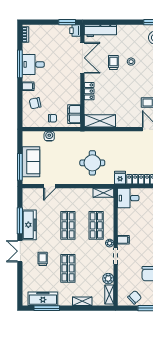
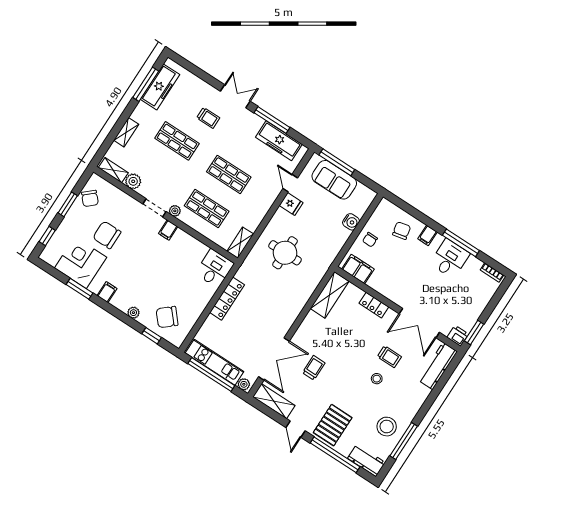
fridge: (120, 178) -> (291, 204), moved
freezer: (29, 225) -> (279, 141), moved

